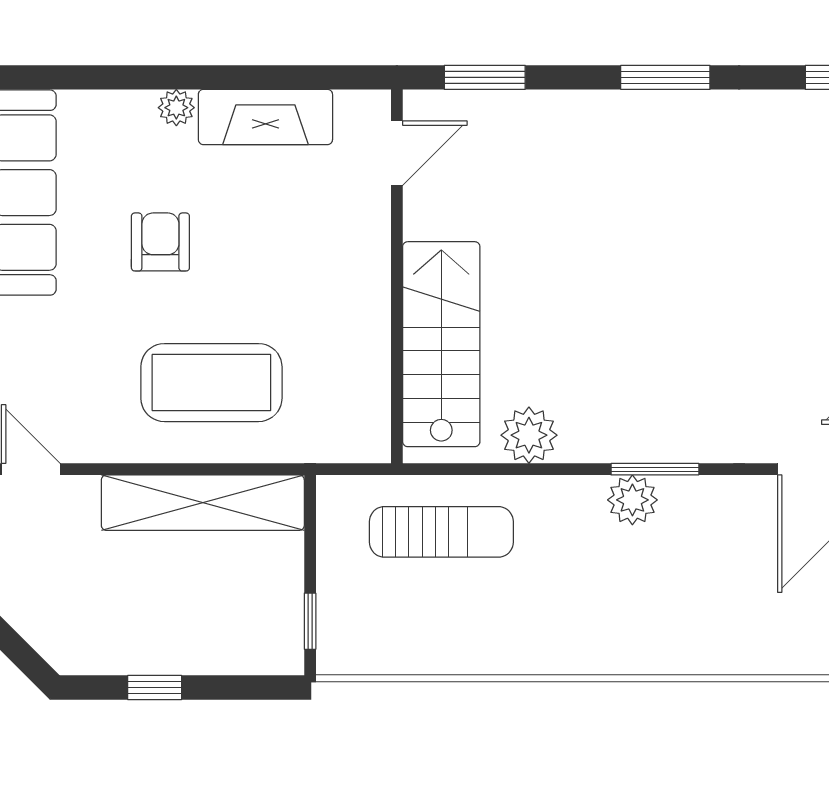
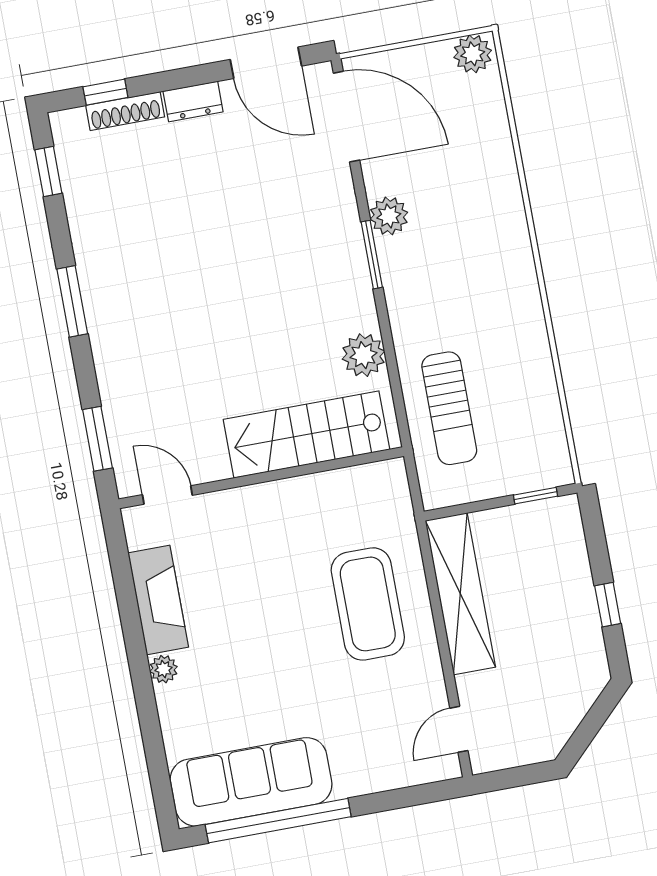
armchair: (160, 242) -> (268, 662), removed
plant: (632, 500) -> (389, 216), moved
sun lounger: (441, 532) -> (449, 408), turned 180

